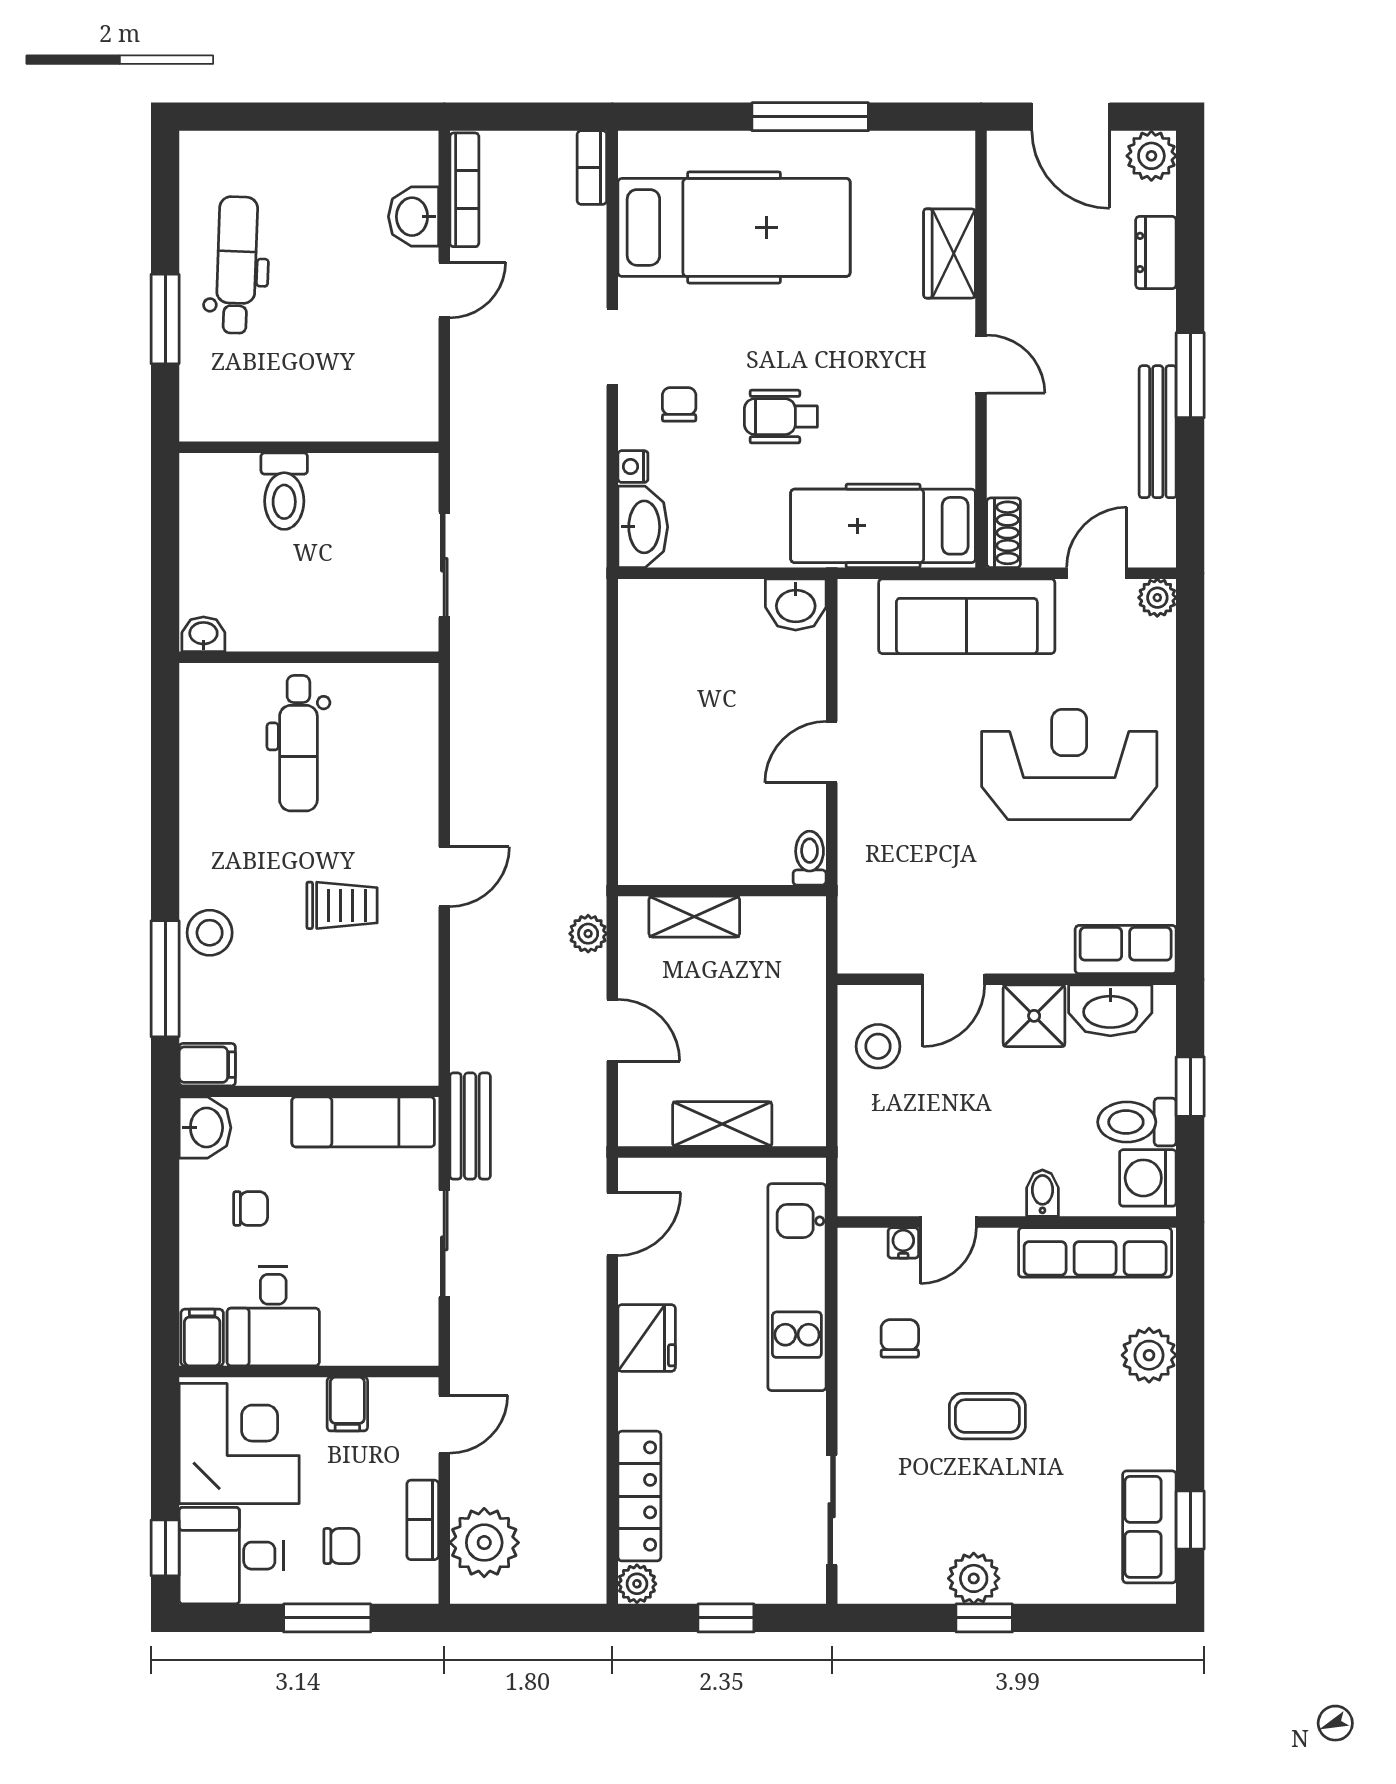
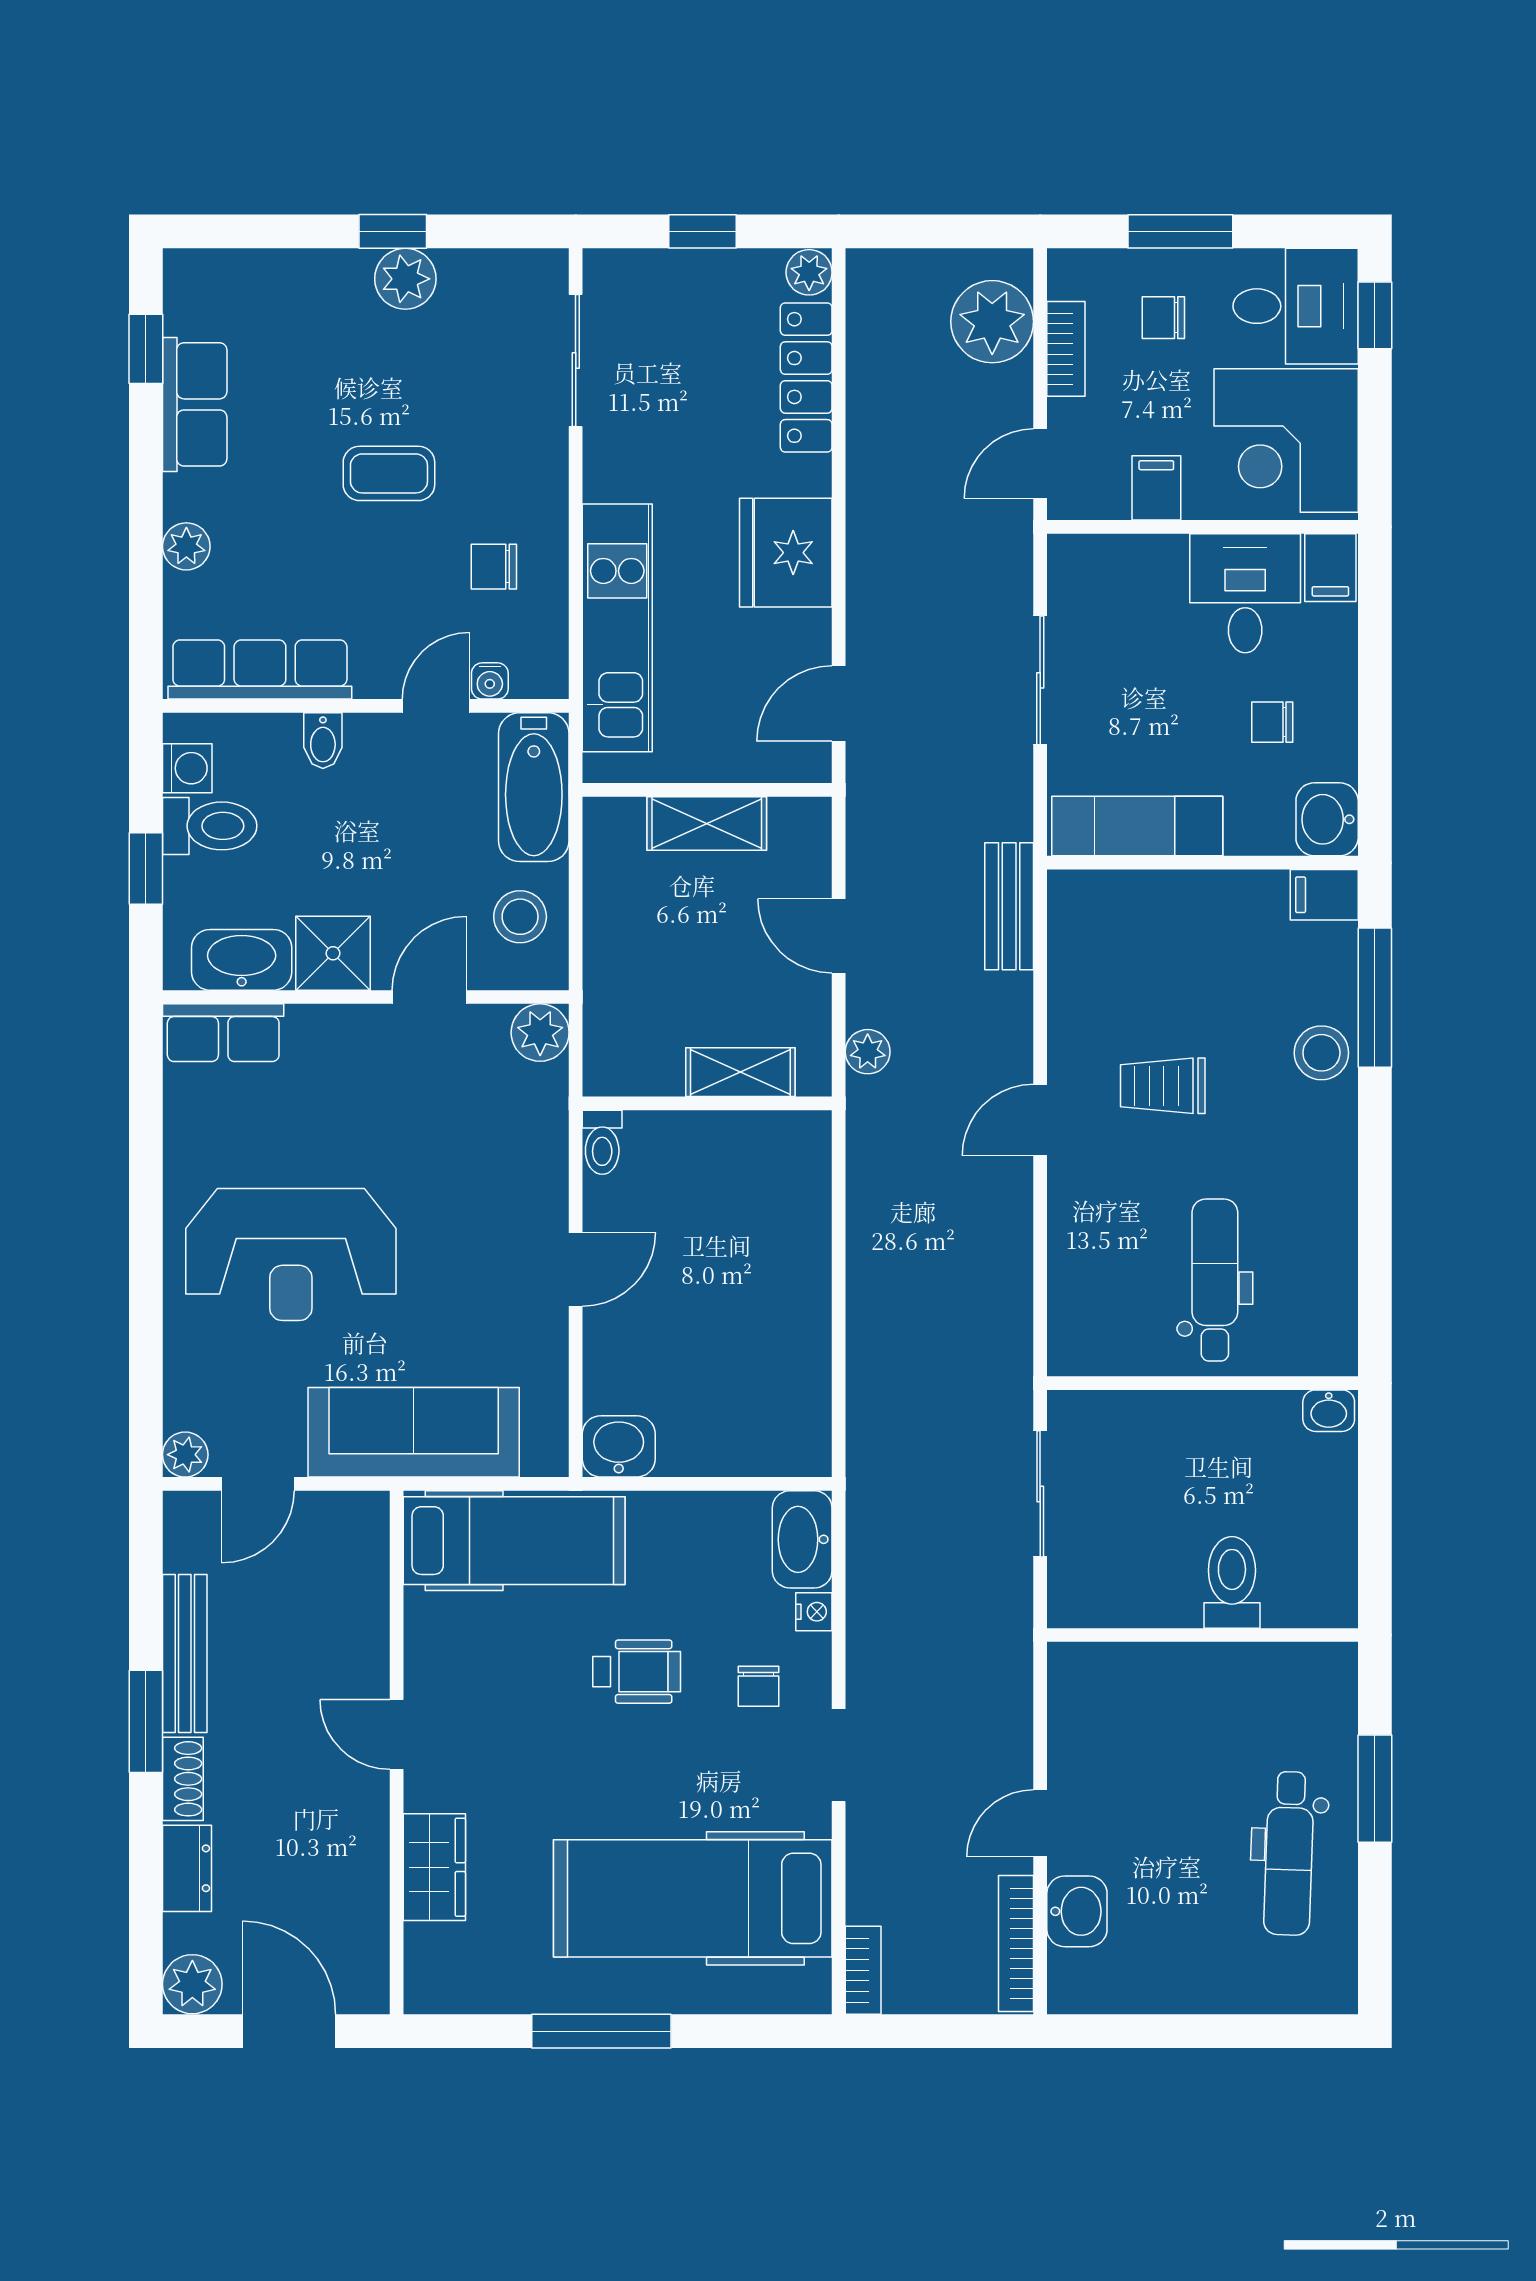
shoe rack: (1004, 533) -> (183, 1779), moved, turned 180
plant: (861, 950) -> (540, 1033), added
bench: (470, 1126) -> (1009, 906), moved
bathtub: (867, 1154) -> (534, 787), added
washing machine: (1148, 1178) -> (187, 768), width x0.73, depth x0.73
fridge: (647, 1338) -> (786, 553), width x1.36, depth x1.34
chair: (900, 1338) -> (494, 567), turned 90
plant: (1149, 1355) -> (186, 546), width x0.73, depth x0.73
row of seats: (1149, 1527) -> (195, 404), moved

